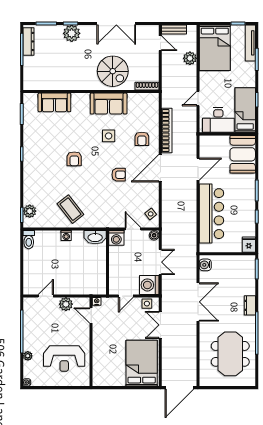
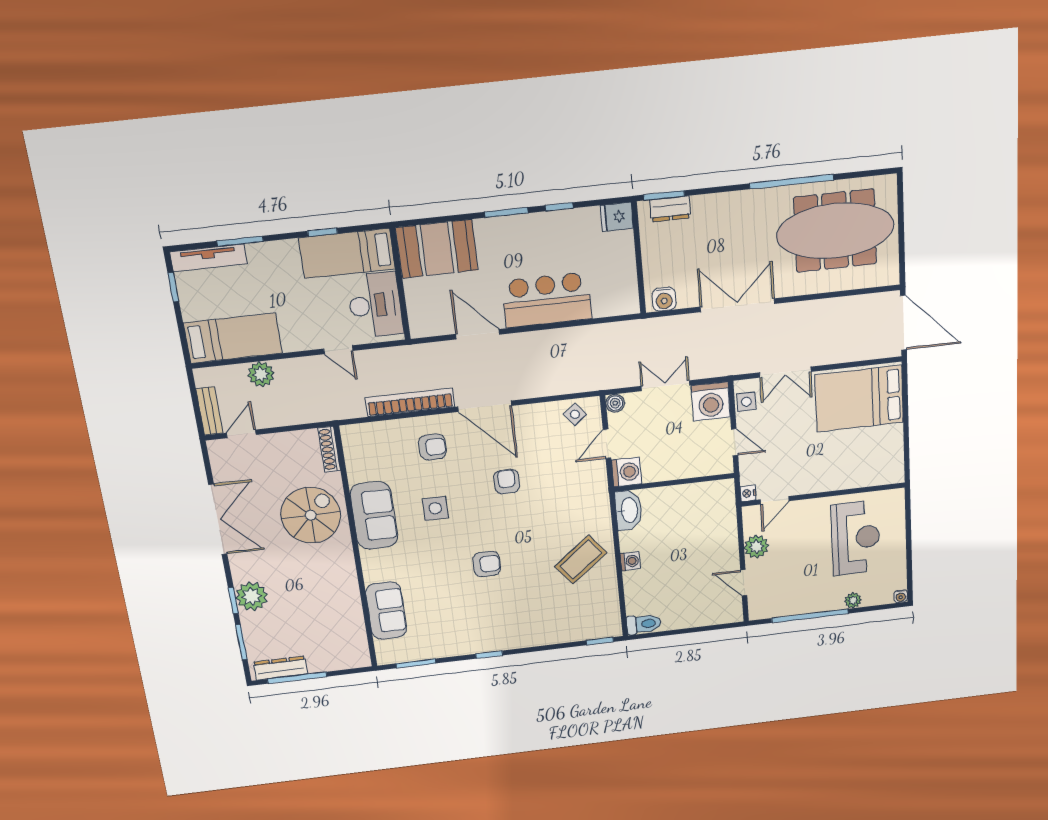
bed: (215, 48) -> (233, 338), width x0.67
plant: (30, 211) -> (592, 629), removed
bar counter: (211, 214) -> (547, 300), width x0.73
dresser: (250, 305) -> (670, 209), moved
meeting table: (230, 354) -> (835, 231), width x1.36

